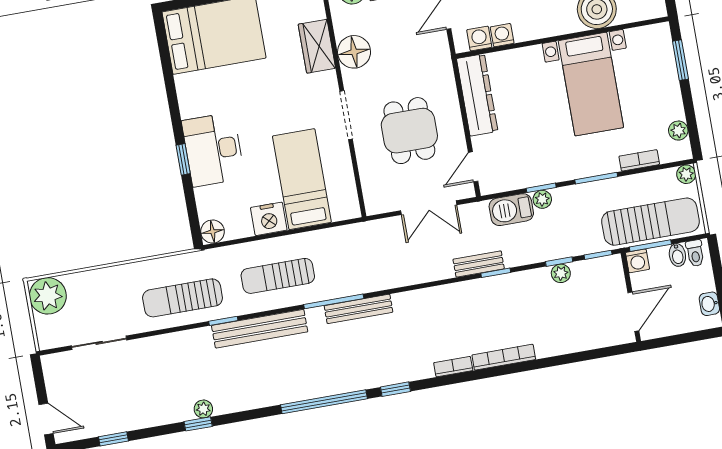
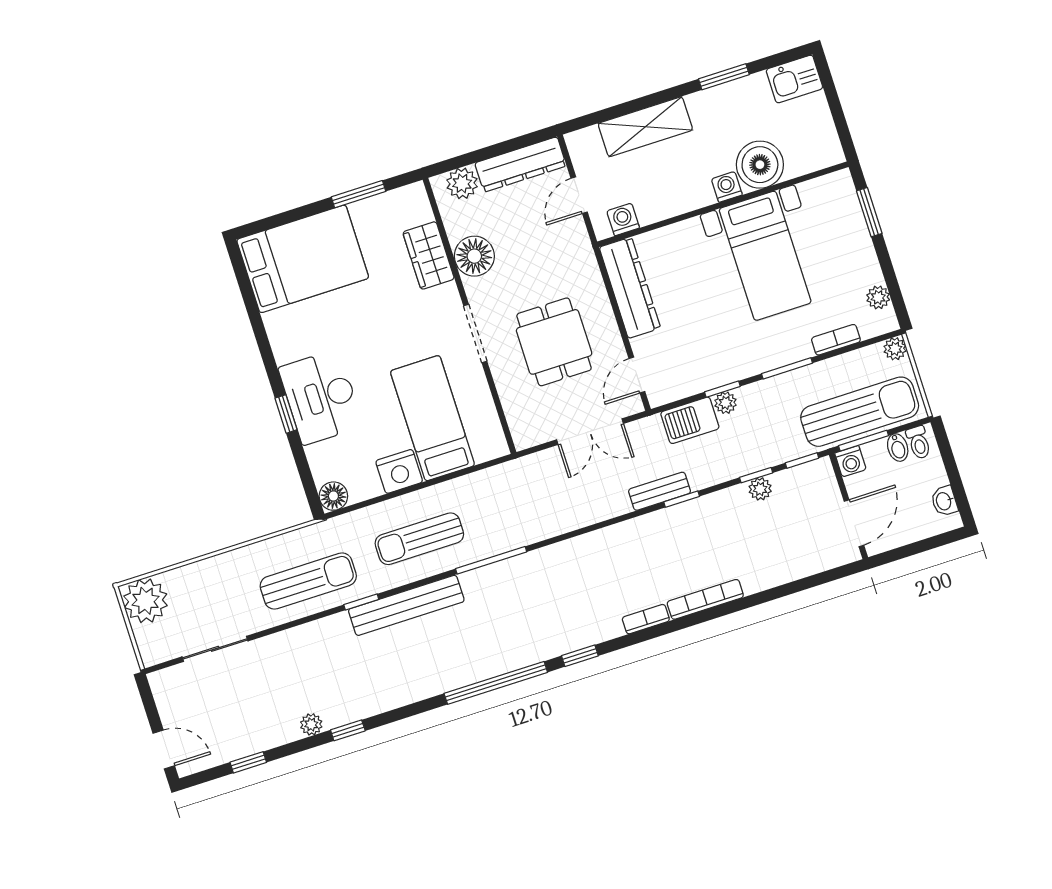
washing machine: (502, 35) -> (727, 187), moved
sun lounger: (183, 298) -> (308, 581), turned 180
bench: (358, 309) -> (522, 565), removed
plant: (203, 409) -> (311, 724), moved

